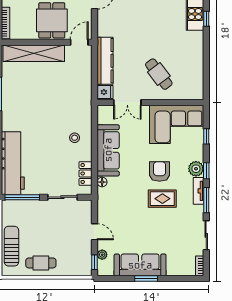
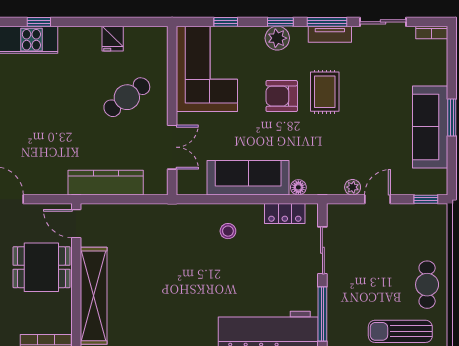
fridge: (105, 92) -> (113, 39), moved, turned 180
tv unit: (198, 191) -> (330, 34), moved
plant: (102, 255) -> (353, 187), moved

